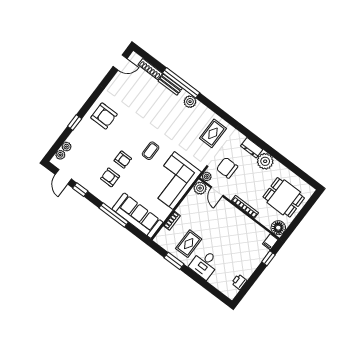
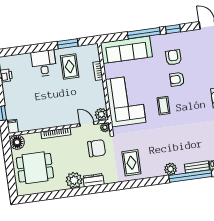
armchair: (110, 177) -> (173, 57), turned -90
window: (80, 190) -> (173, 29), moved

